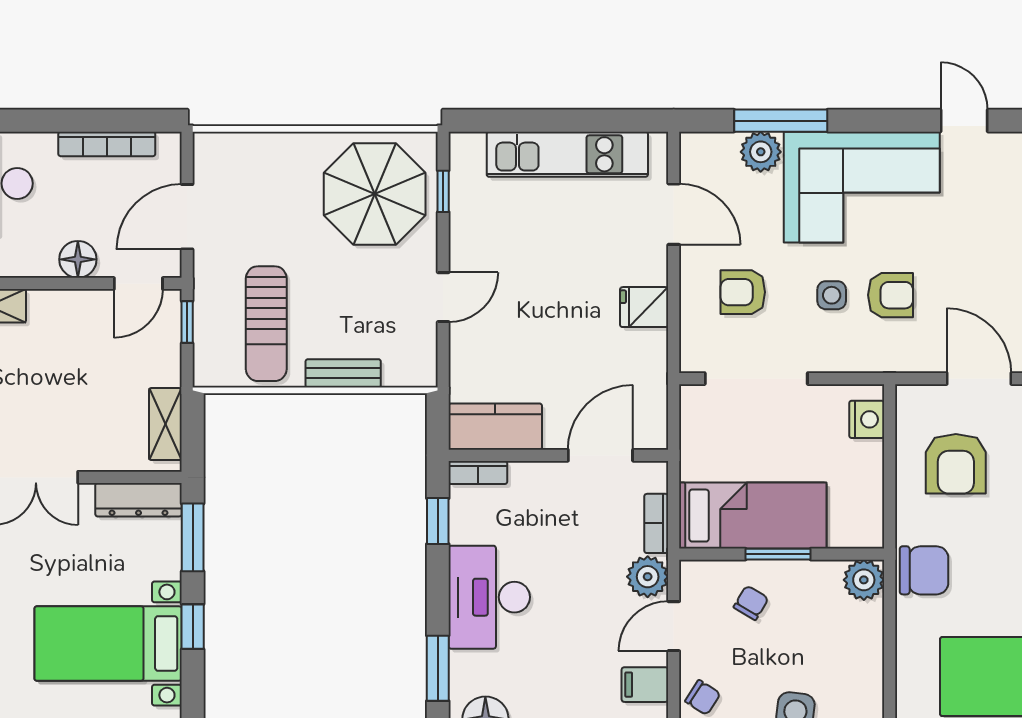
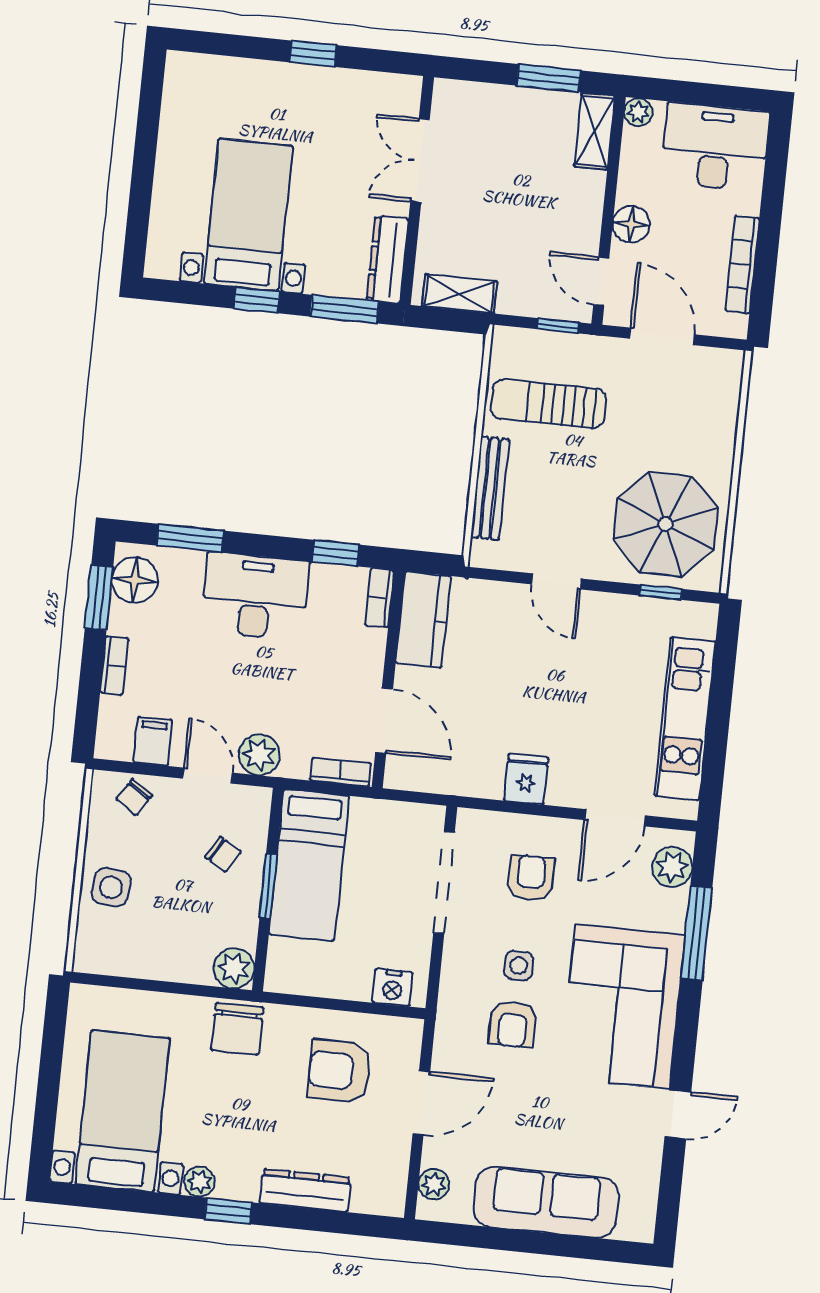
plant: (761, 152) -> (672, 867), moved
bench: (343, 373) -> (490, 488), width x1.36
bookcase: (656, 523) -> (341, 772), moved

